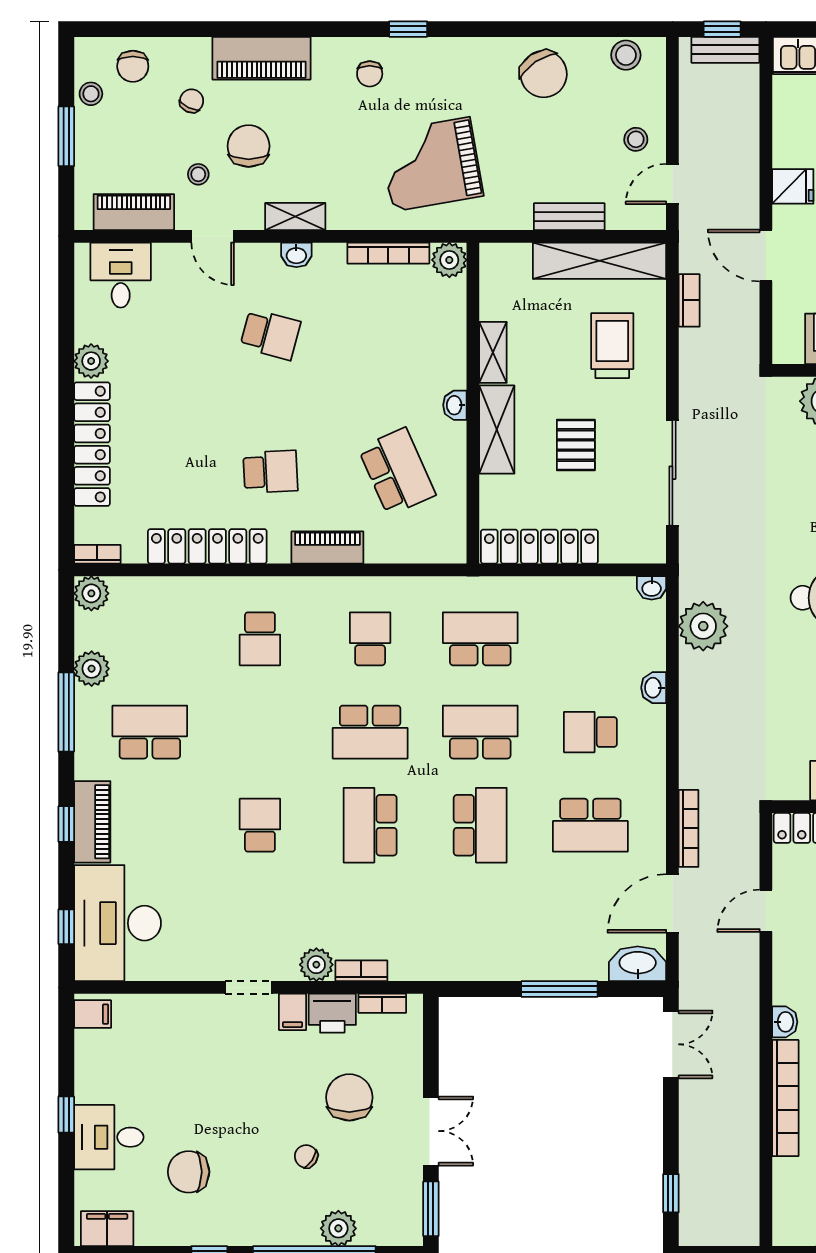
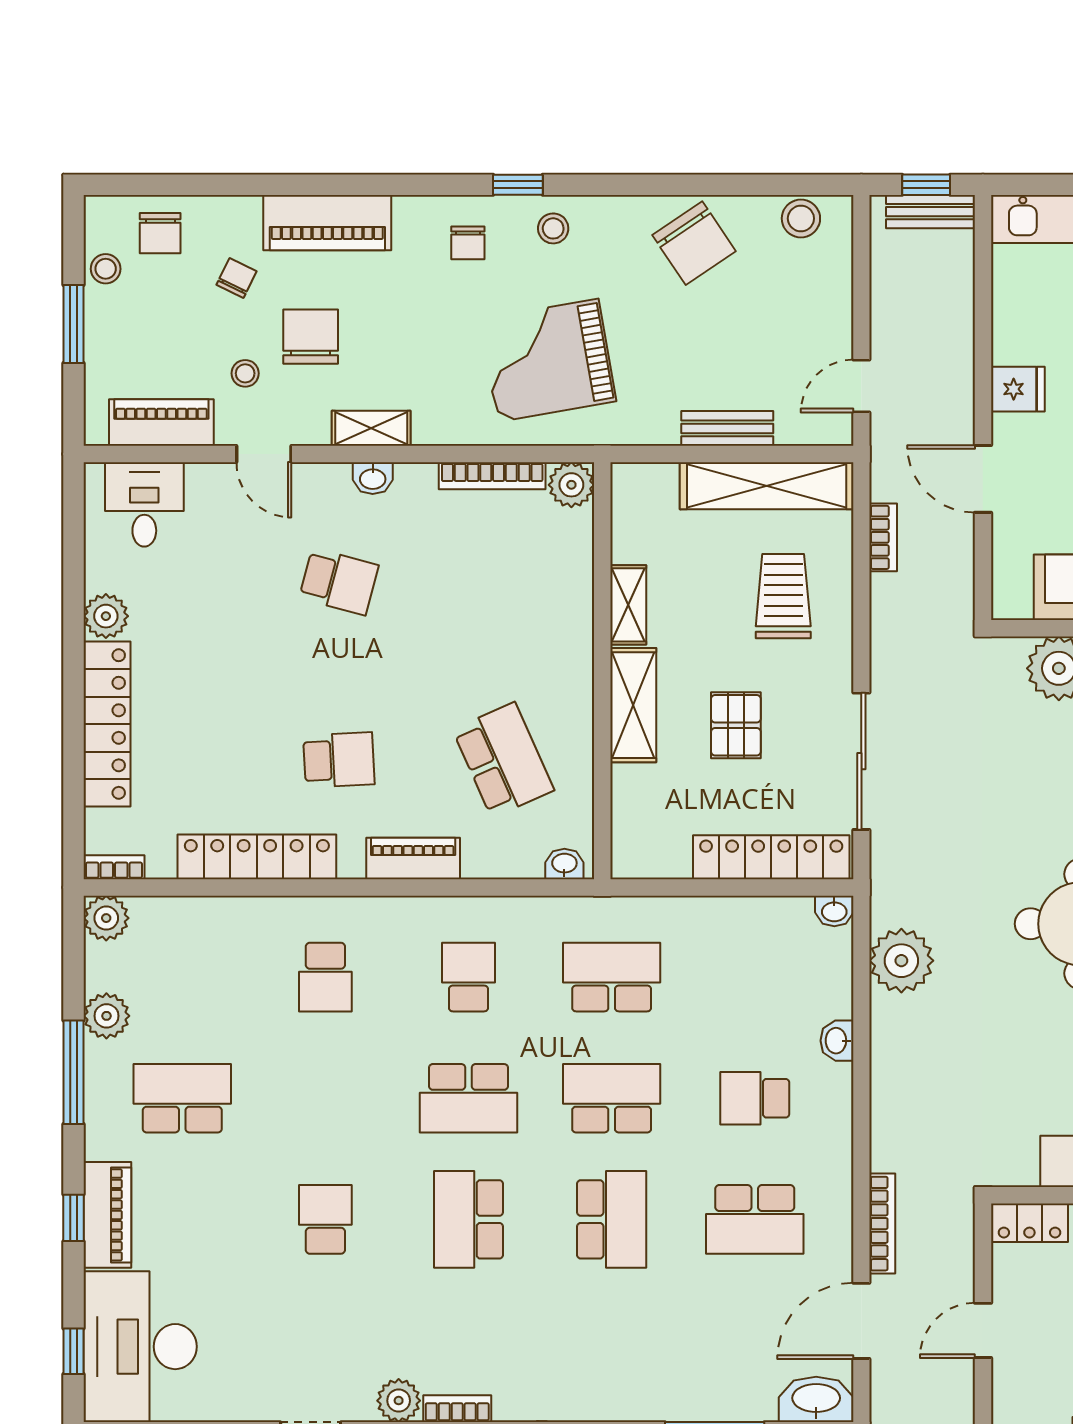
stool: (636, 139) -> (553, 228), moved
washbasin: (455, 405) -> (564, 864), moved, turned 90
locker: (539, 547) -> (771, 857), moved

